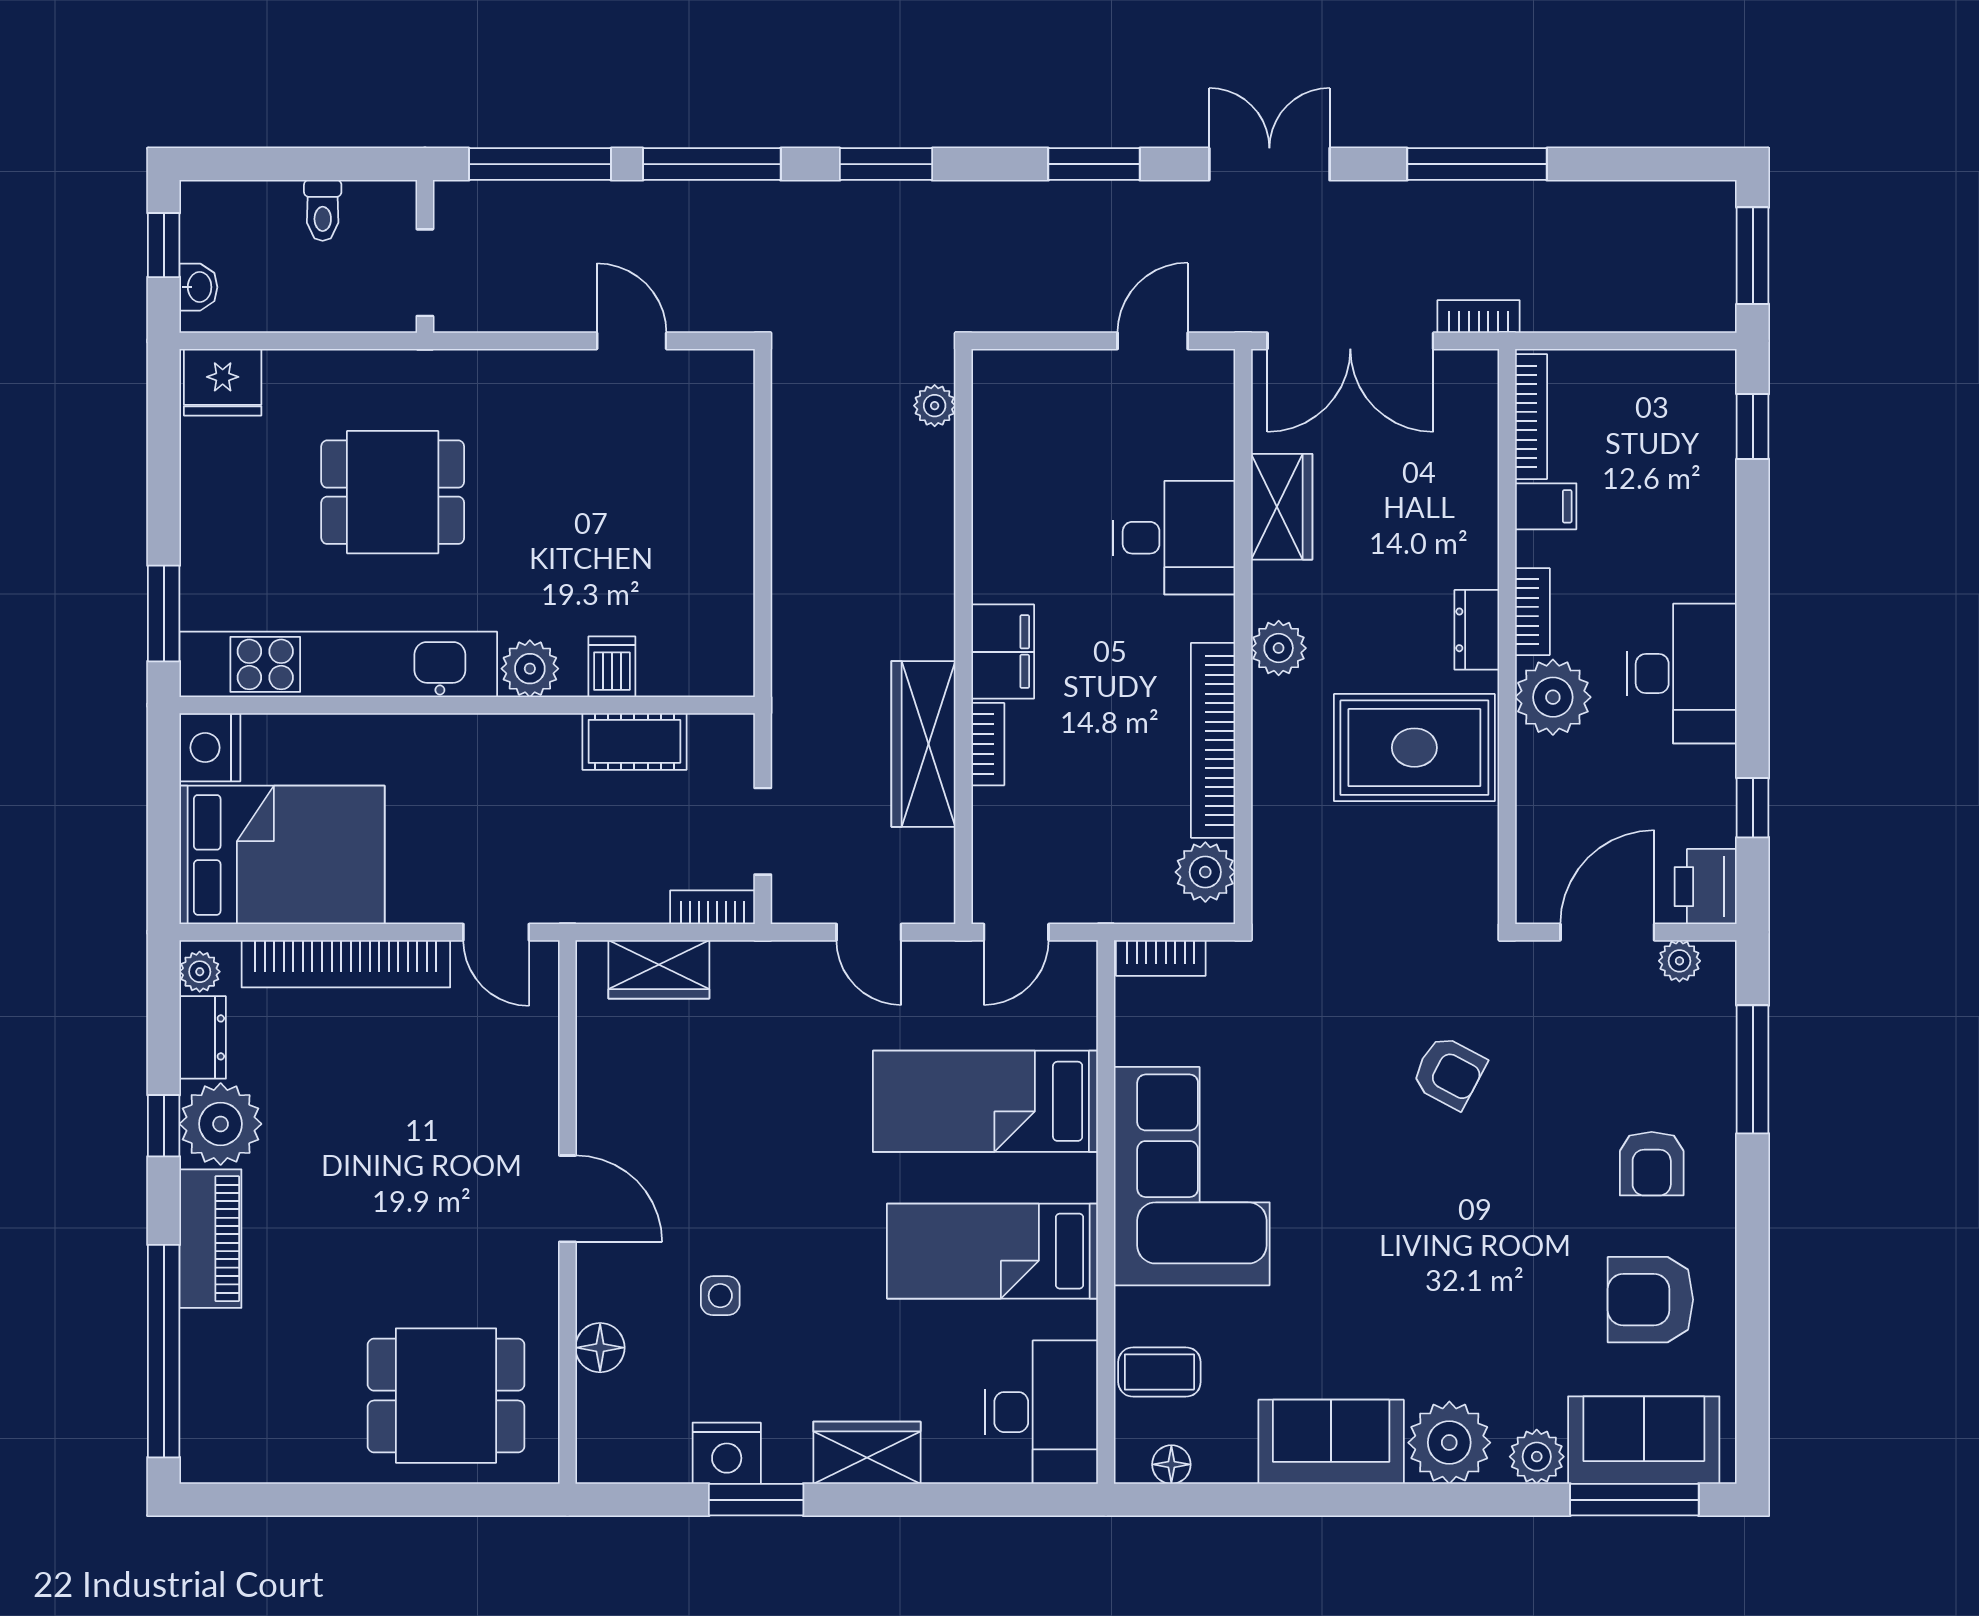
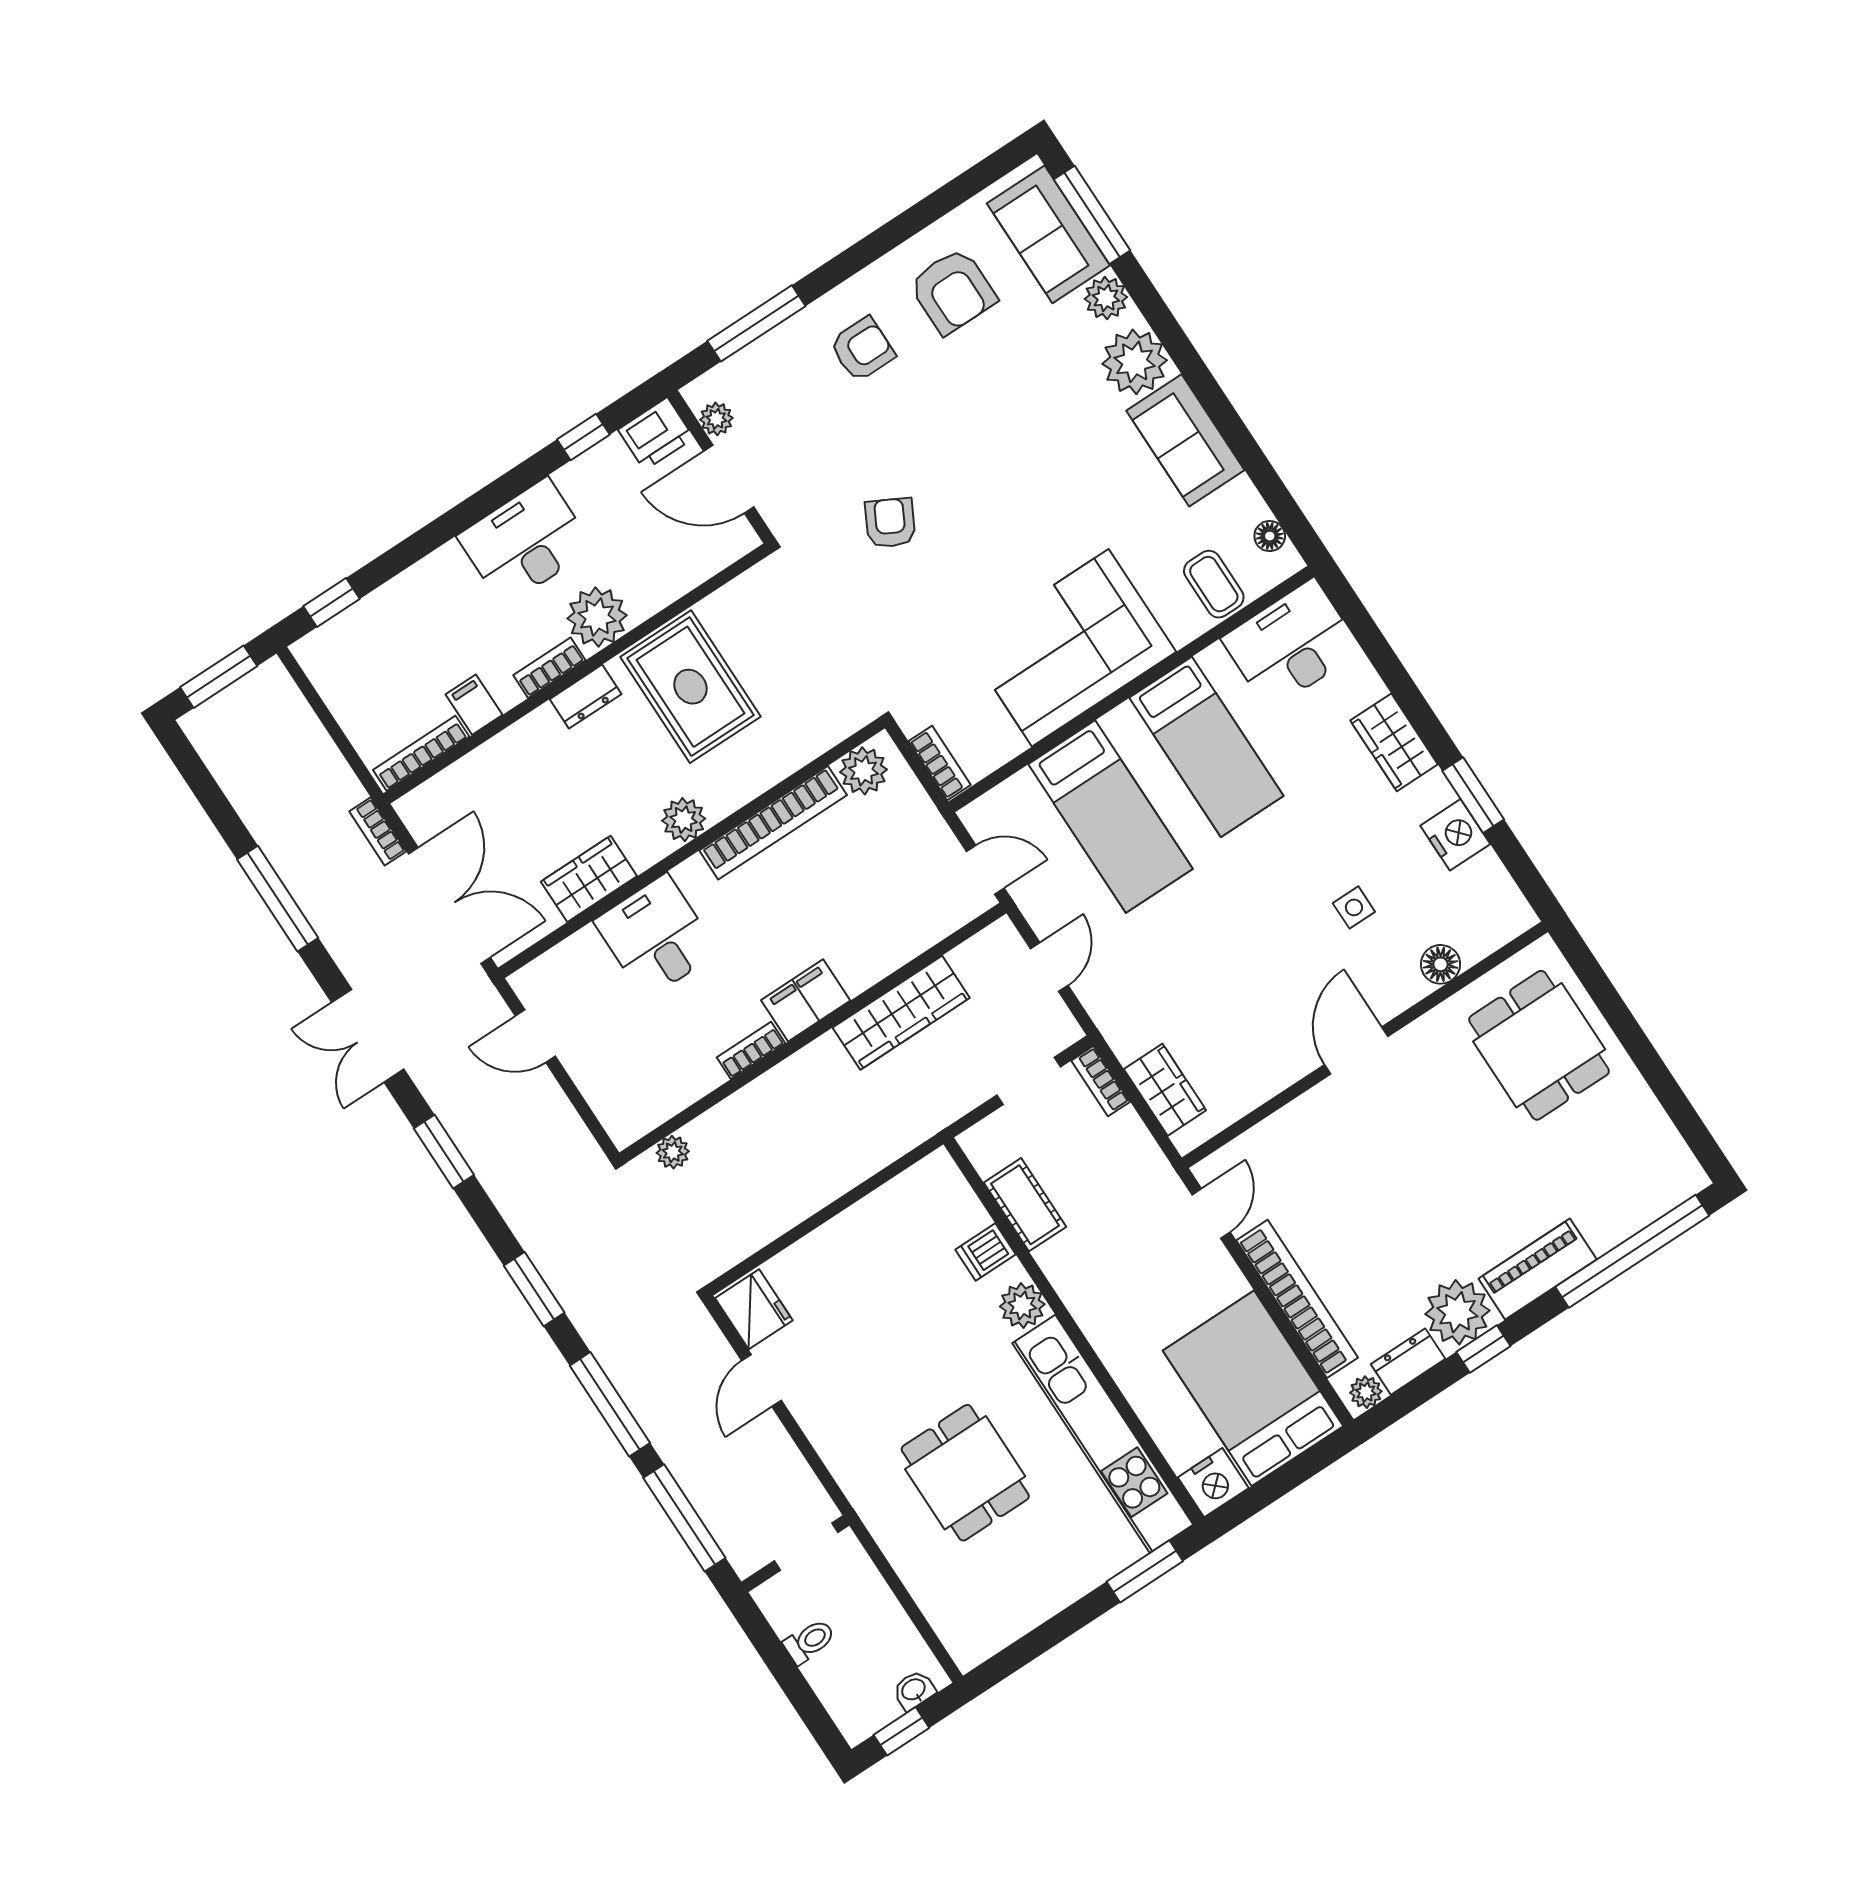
fridge: (223, 382) -> (754, 1309), moved
bookcase: (988, 744) -> (751, 1050), moved

